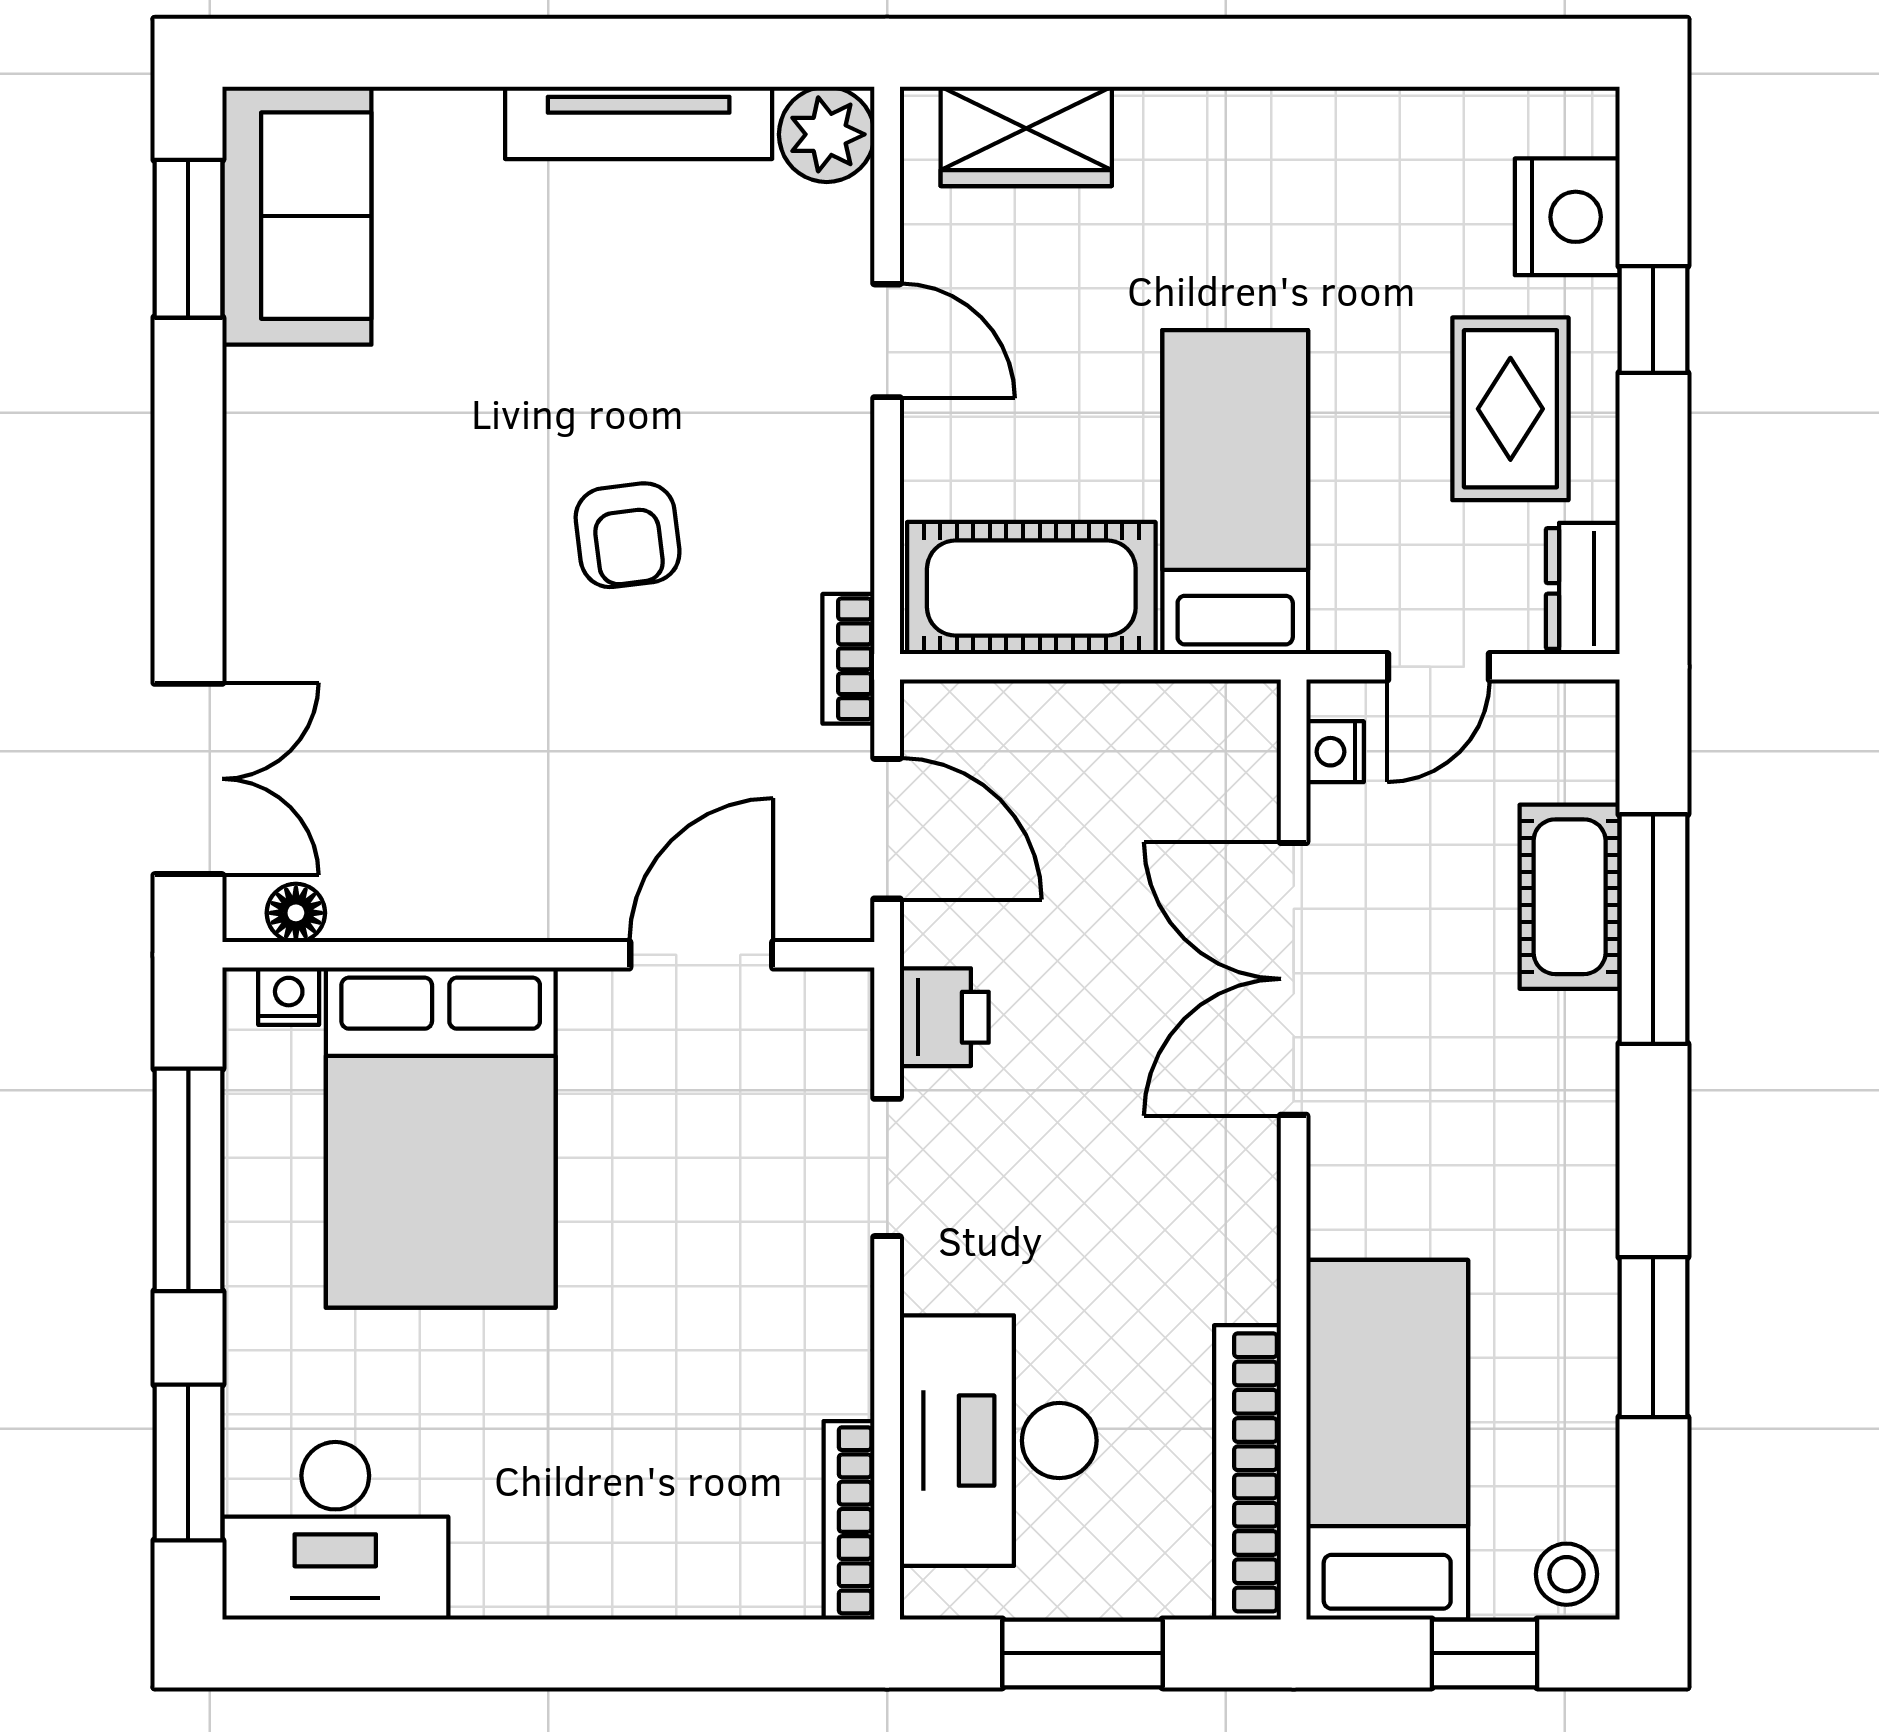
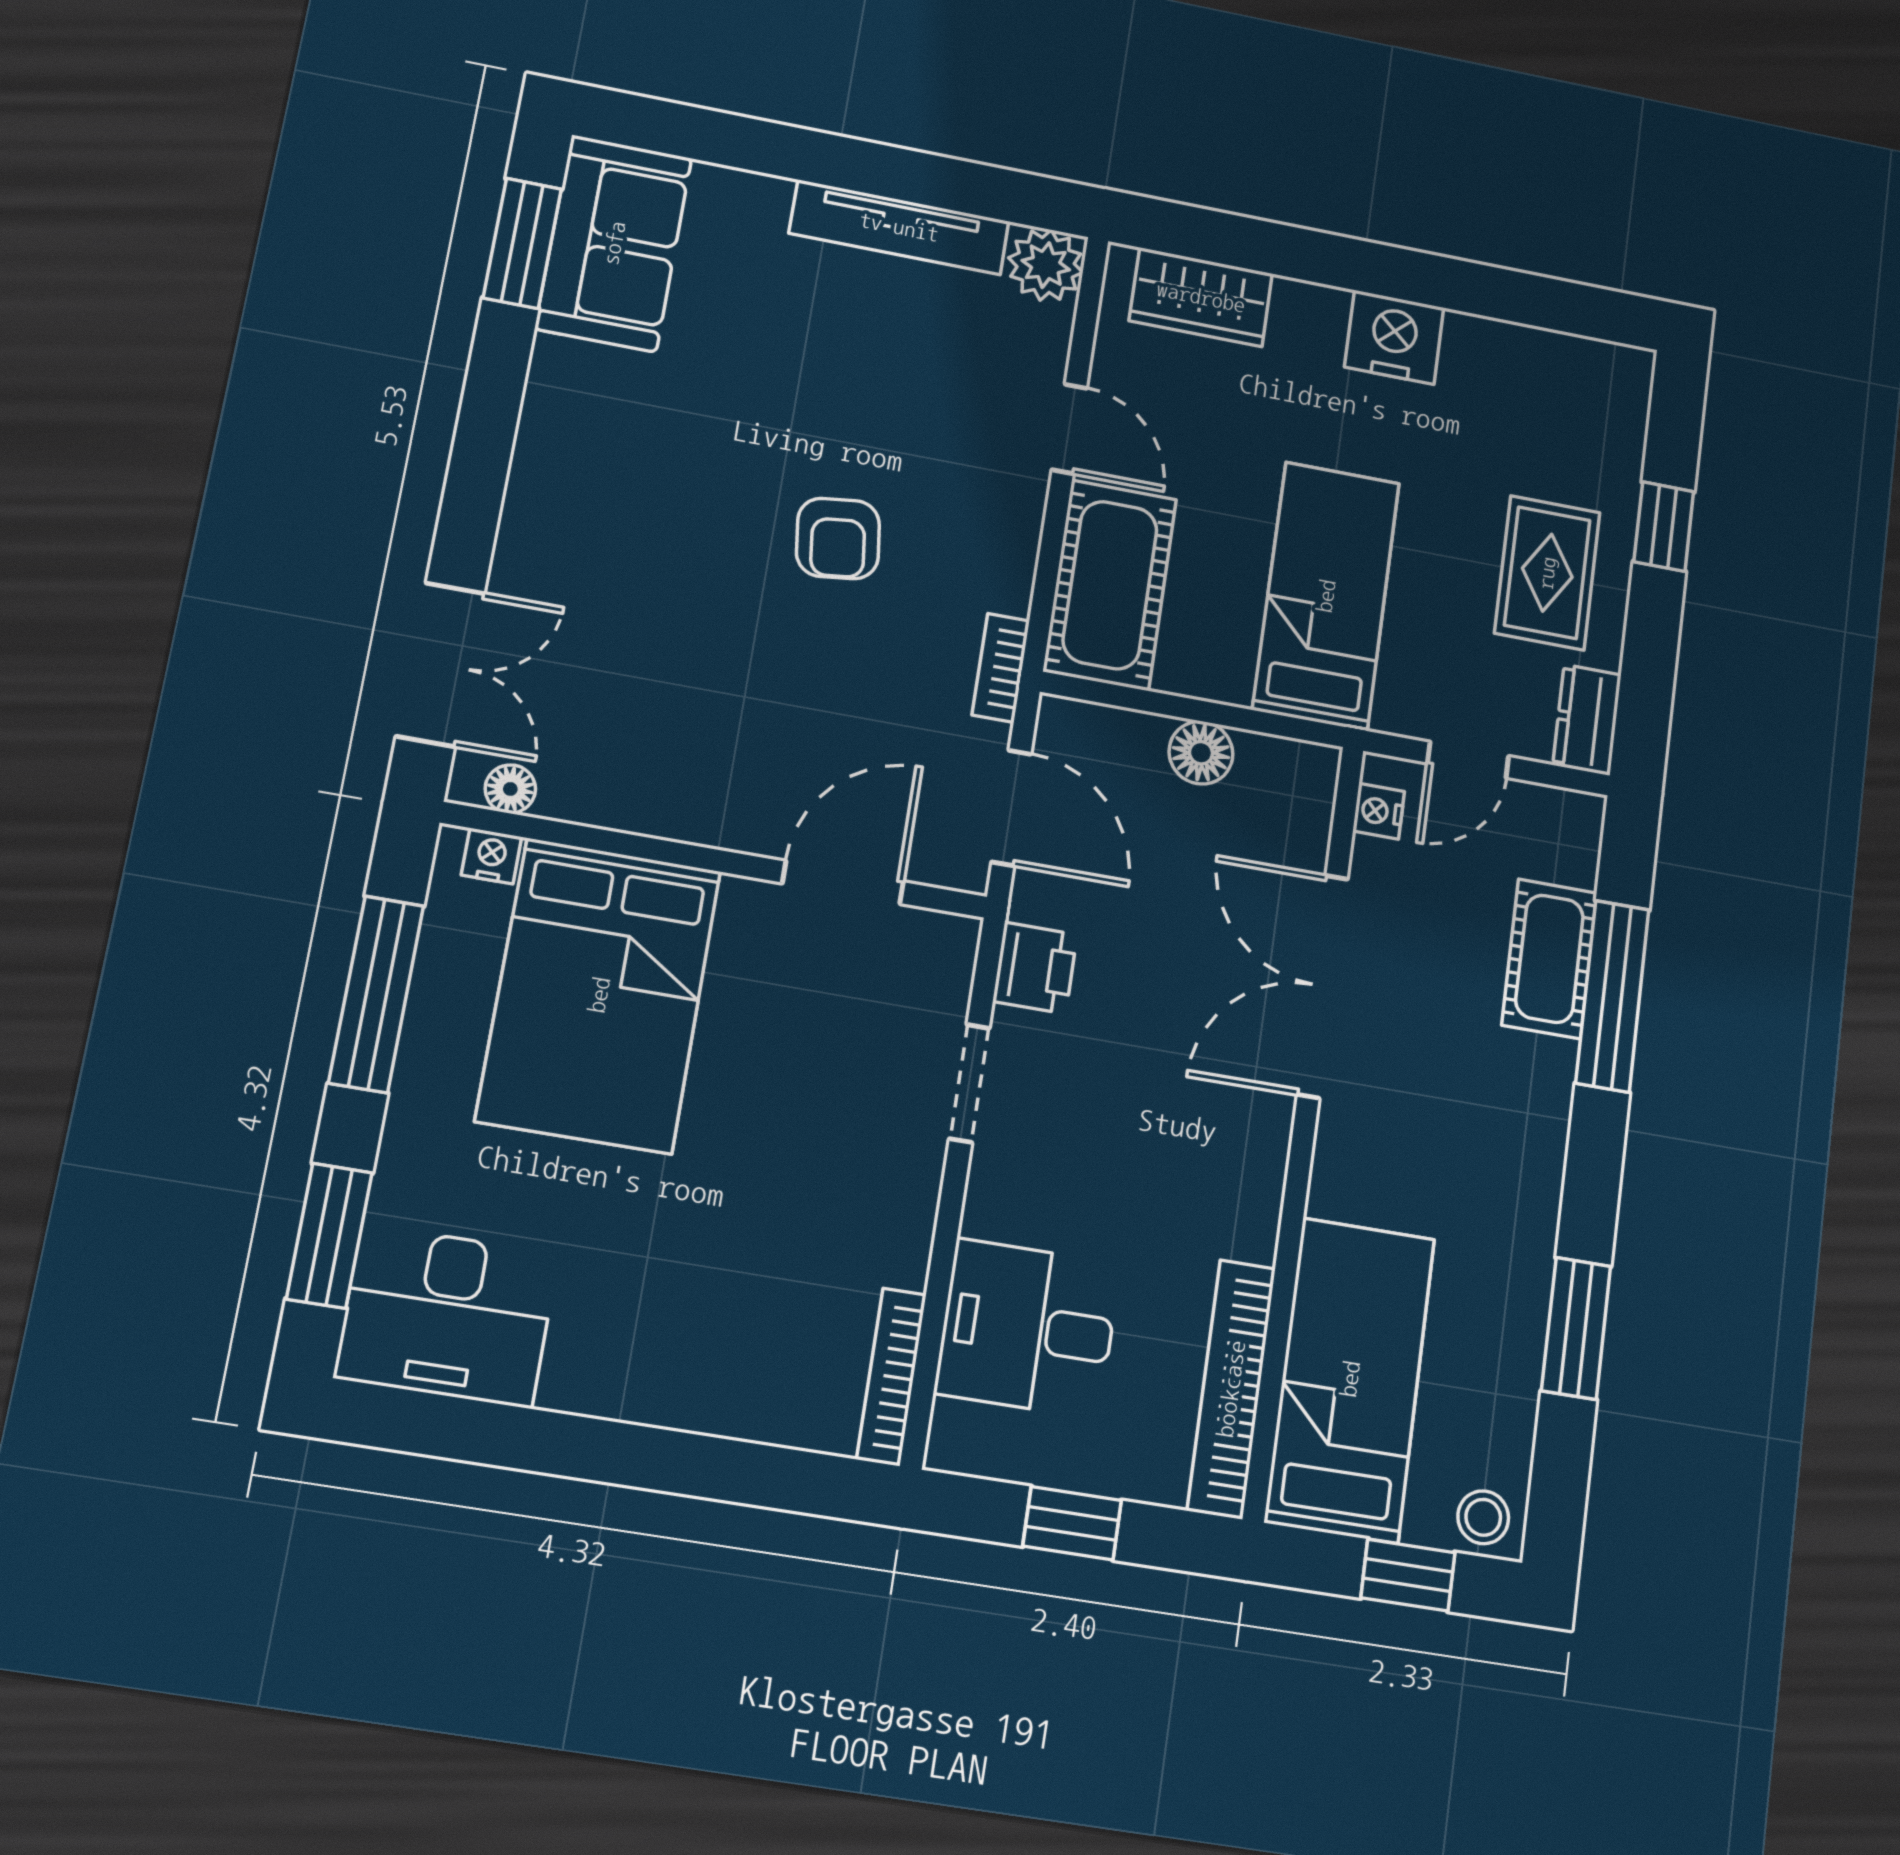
nightstand: (1567, 217) -> (1394, 337), moved, turned -90
cot: (1031, 588) -> (1110, 585), moved, turned 90
floor lamp: (1107, 719) -> (1201, 753), added
desk: (998, 1441) -> (1028, 1328), width x0.73
window: (1082, 1653) -> (1072, 1523), width x0.67

